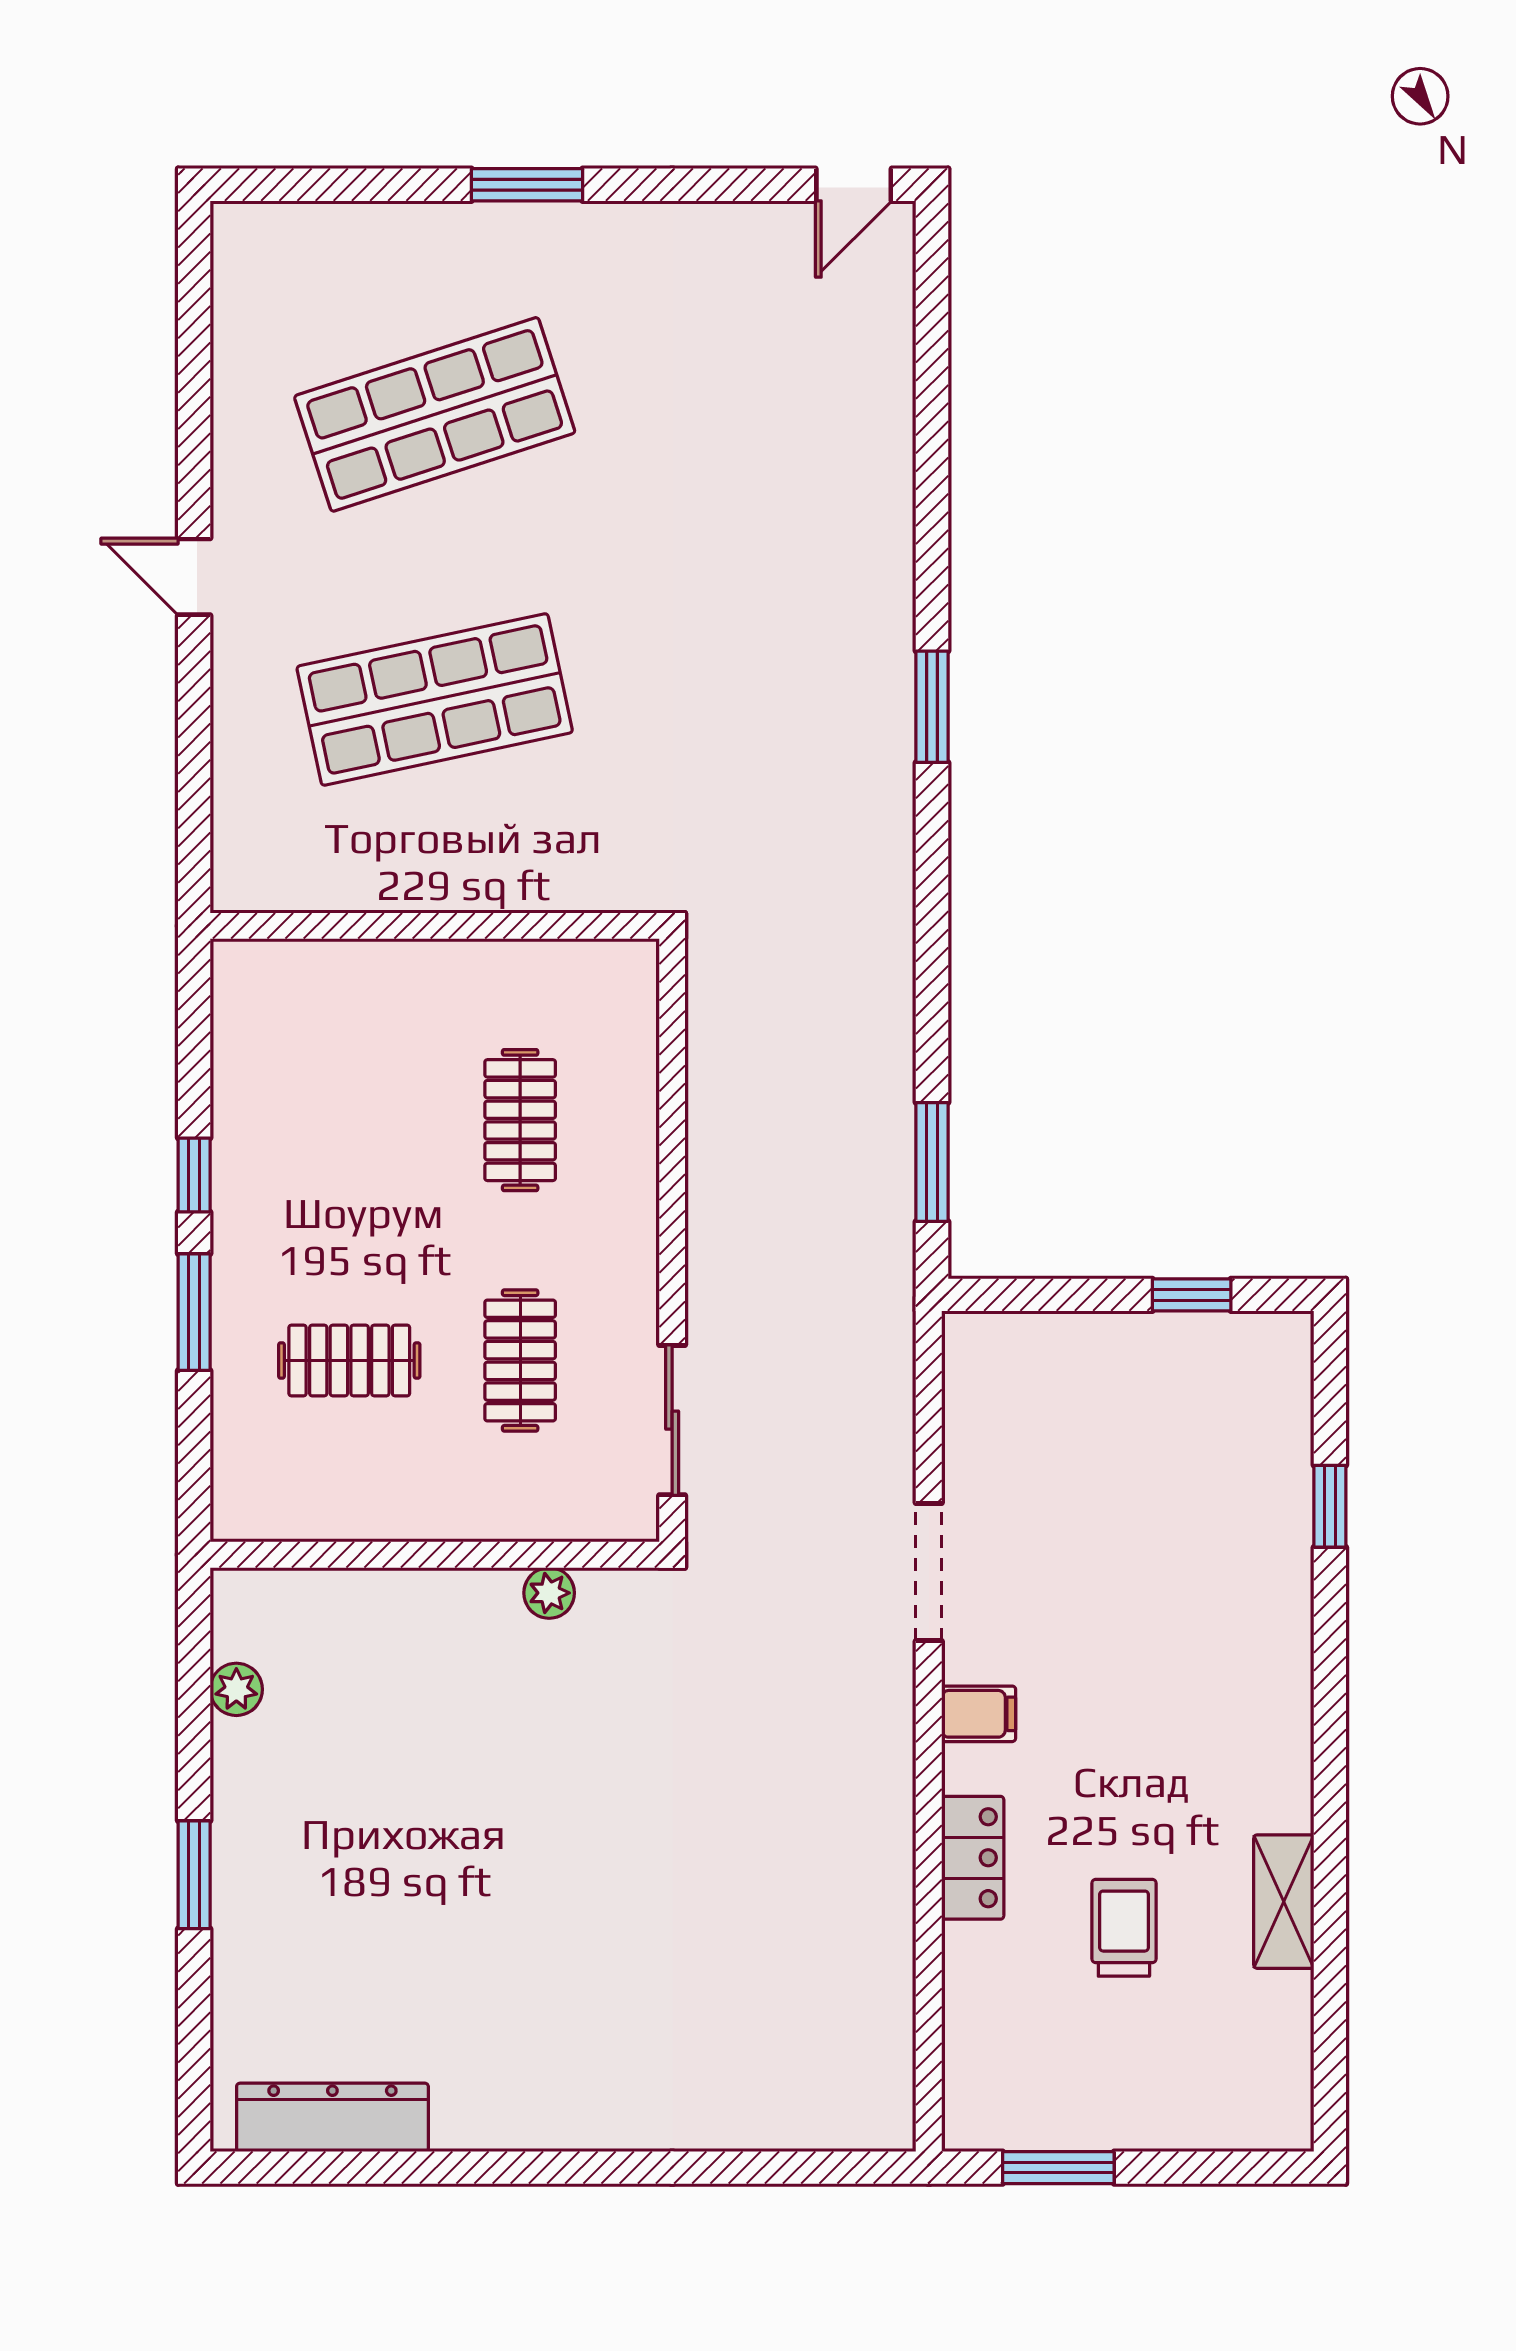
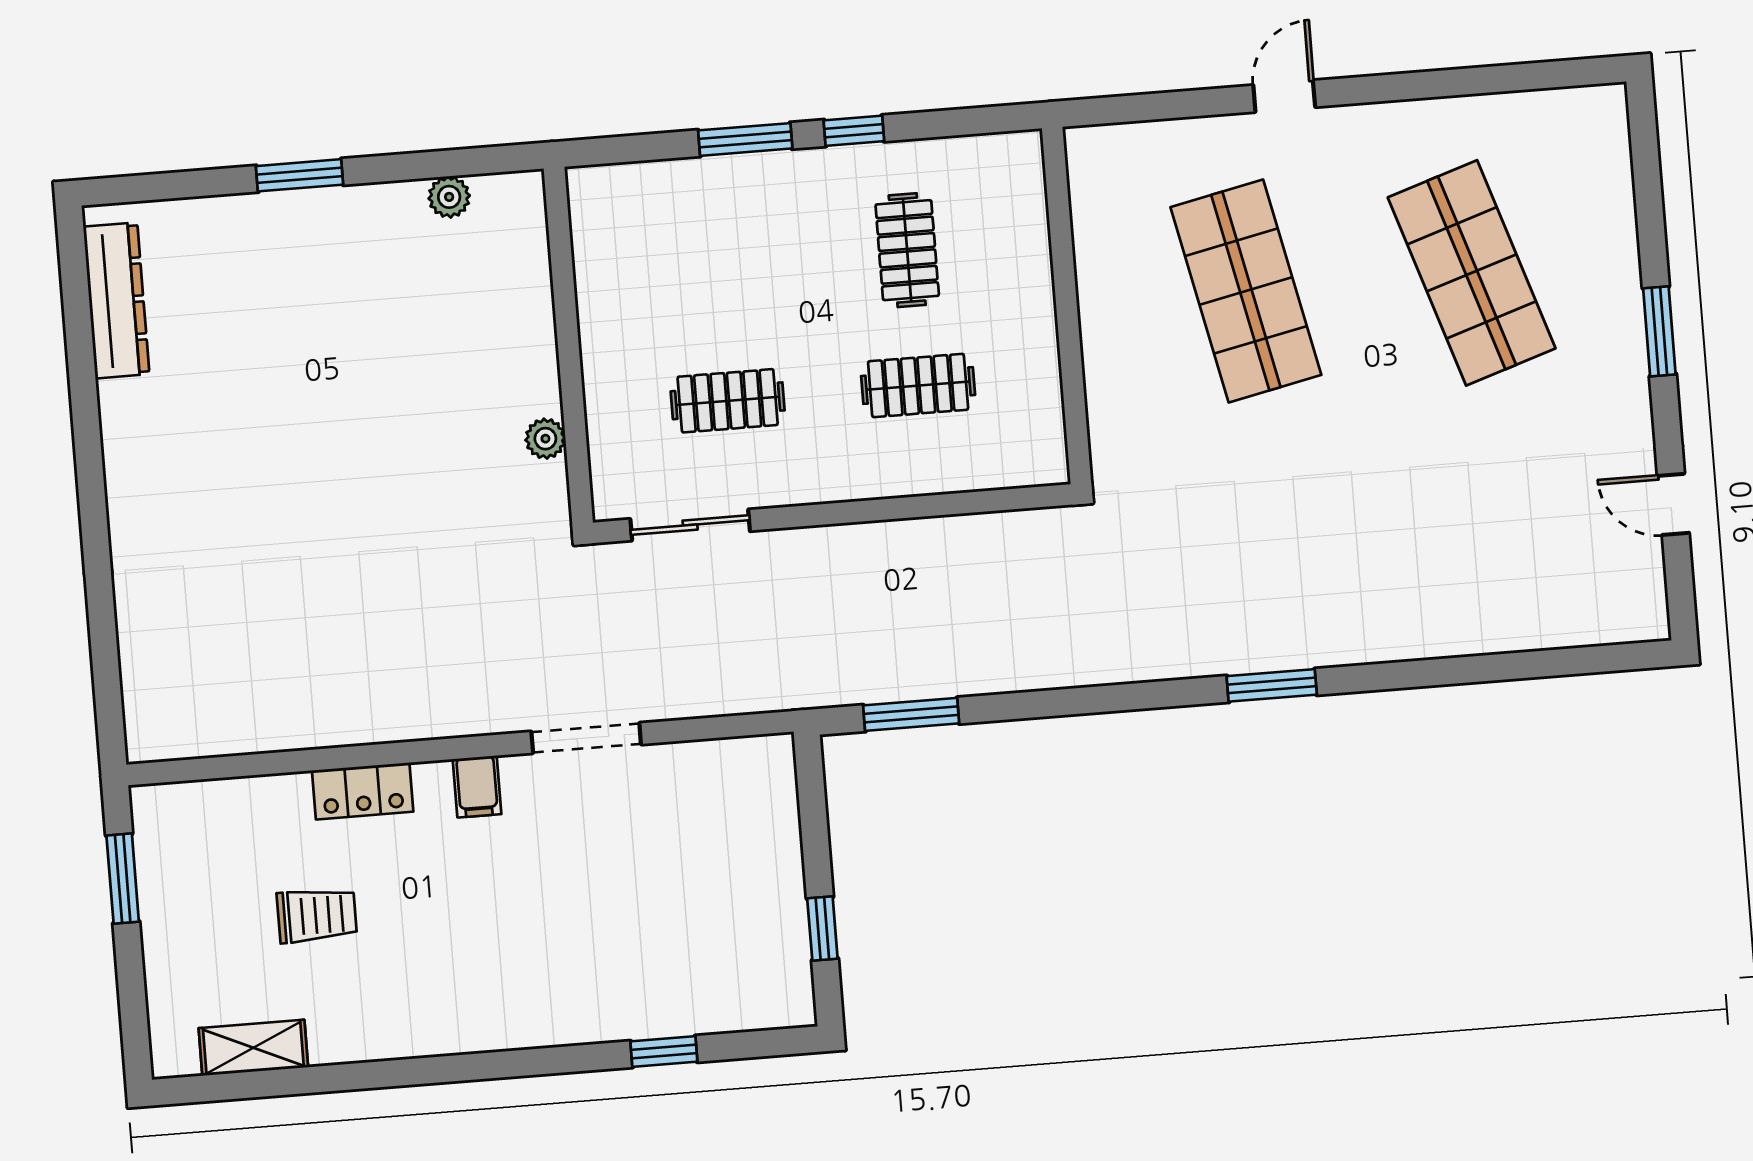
door: (854, 185) -> (1673, 504), moved
door: (194, 577) -> (1284, 96), moved
clothes rail: (349, 1360) -> (907, 250), moved
shelving: (1284, 1902) -> (253, 1048), moved

